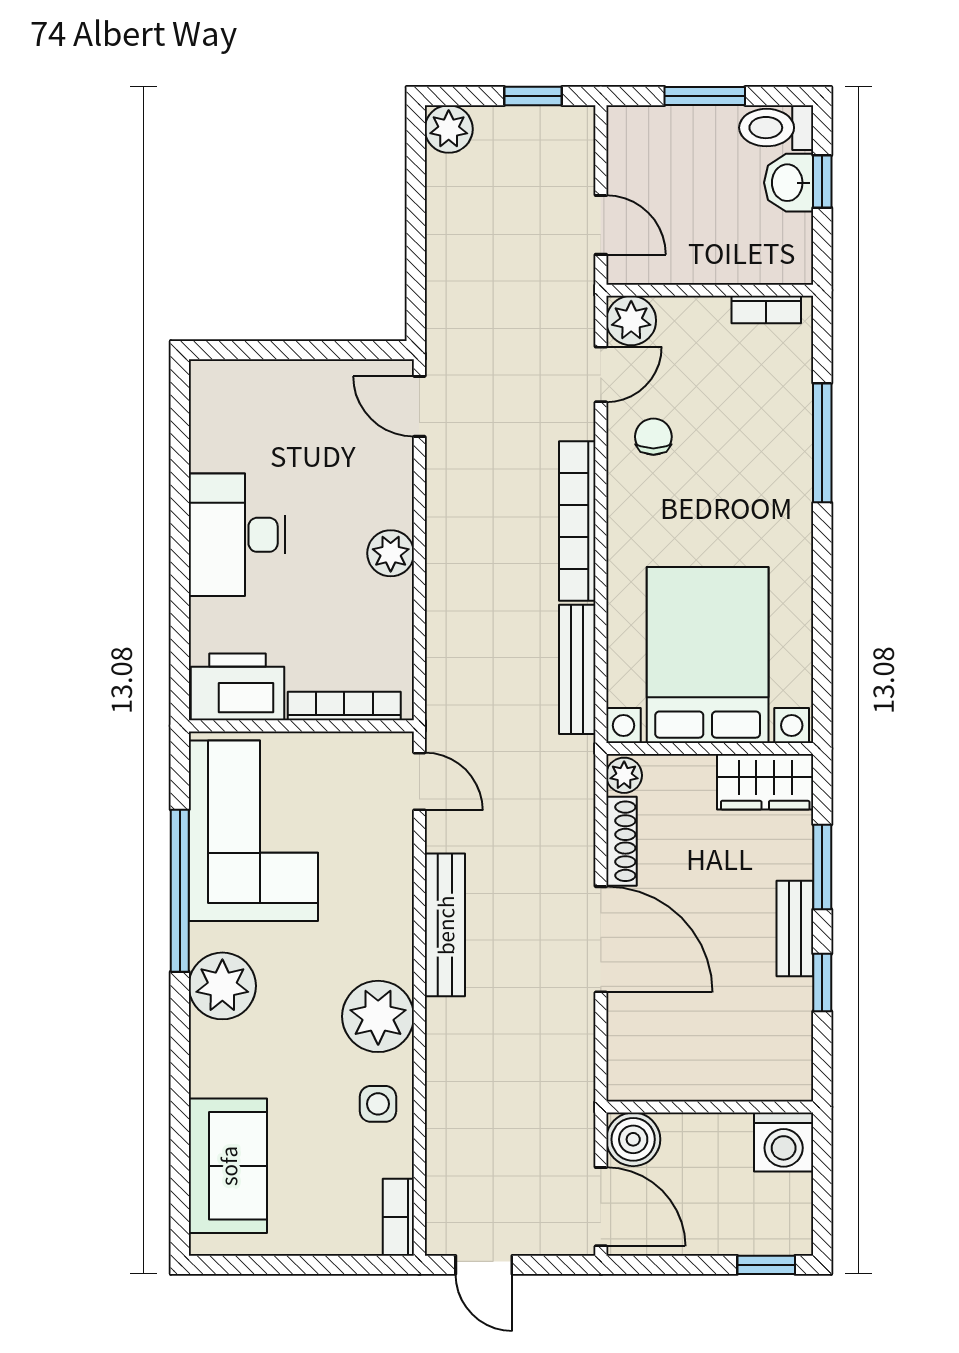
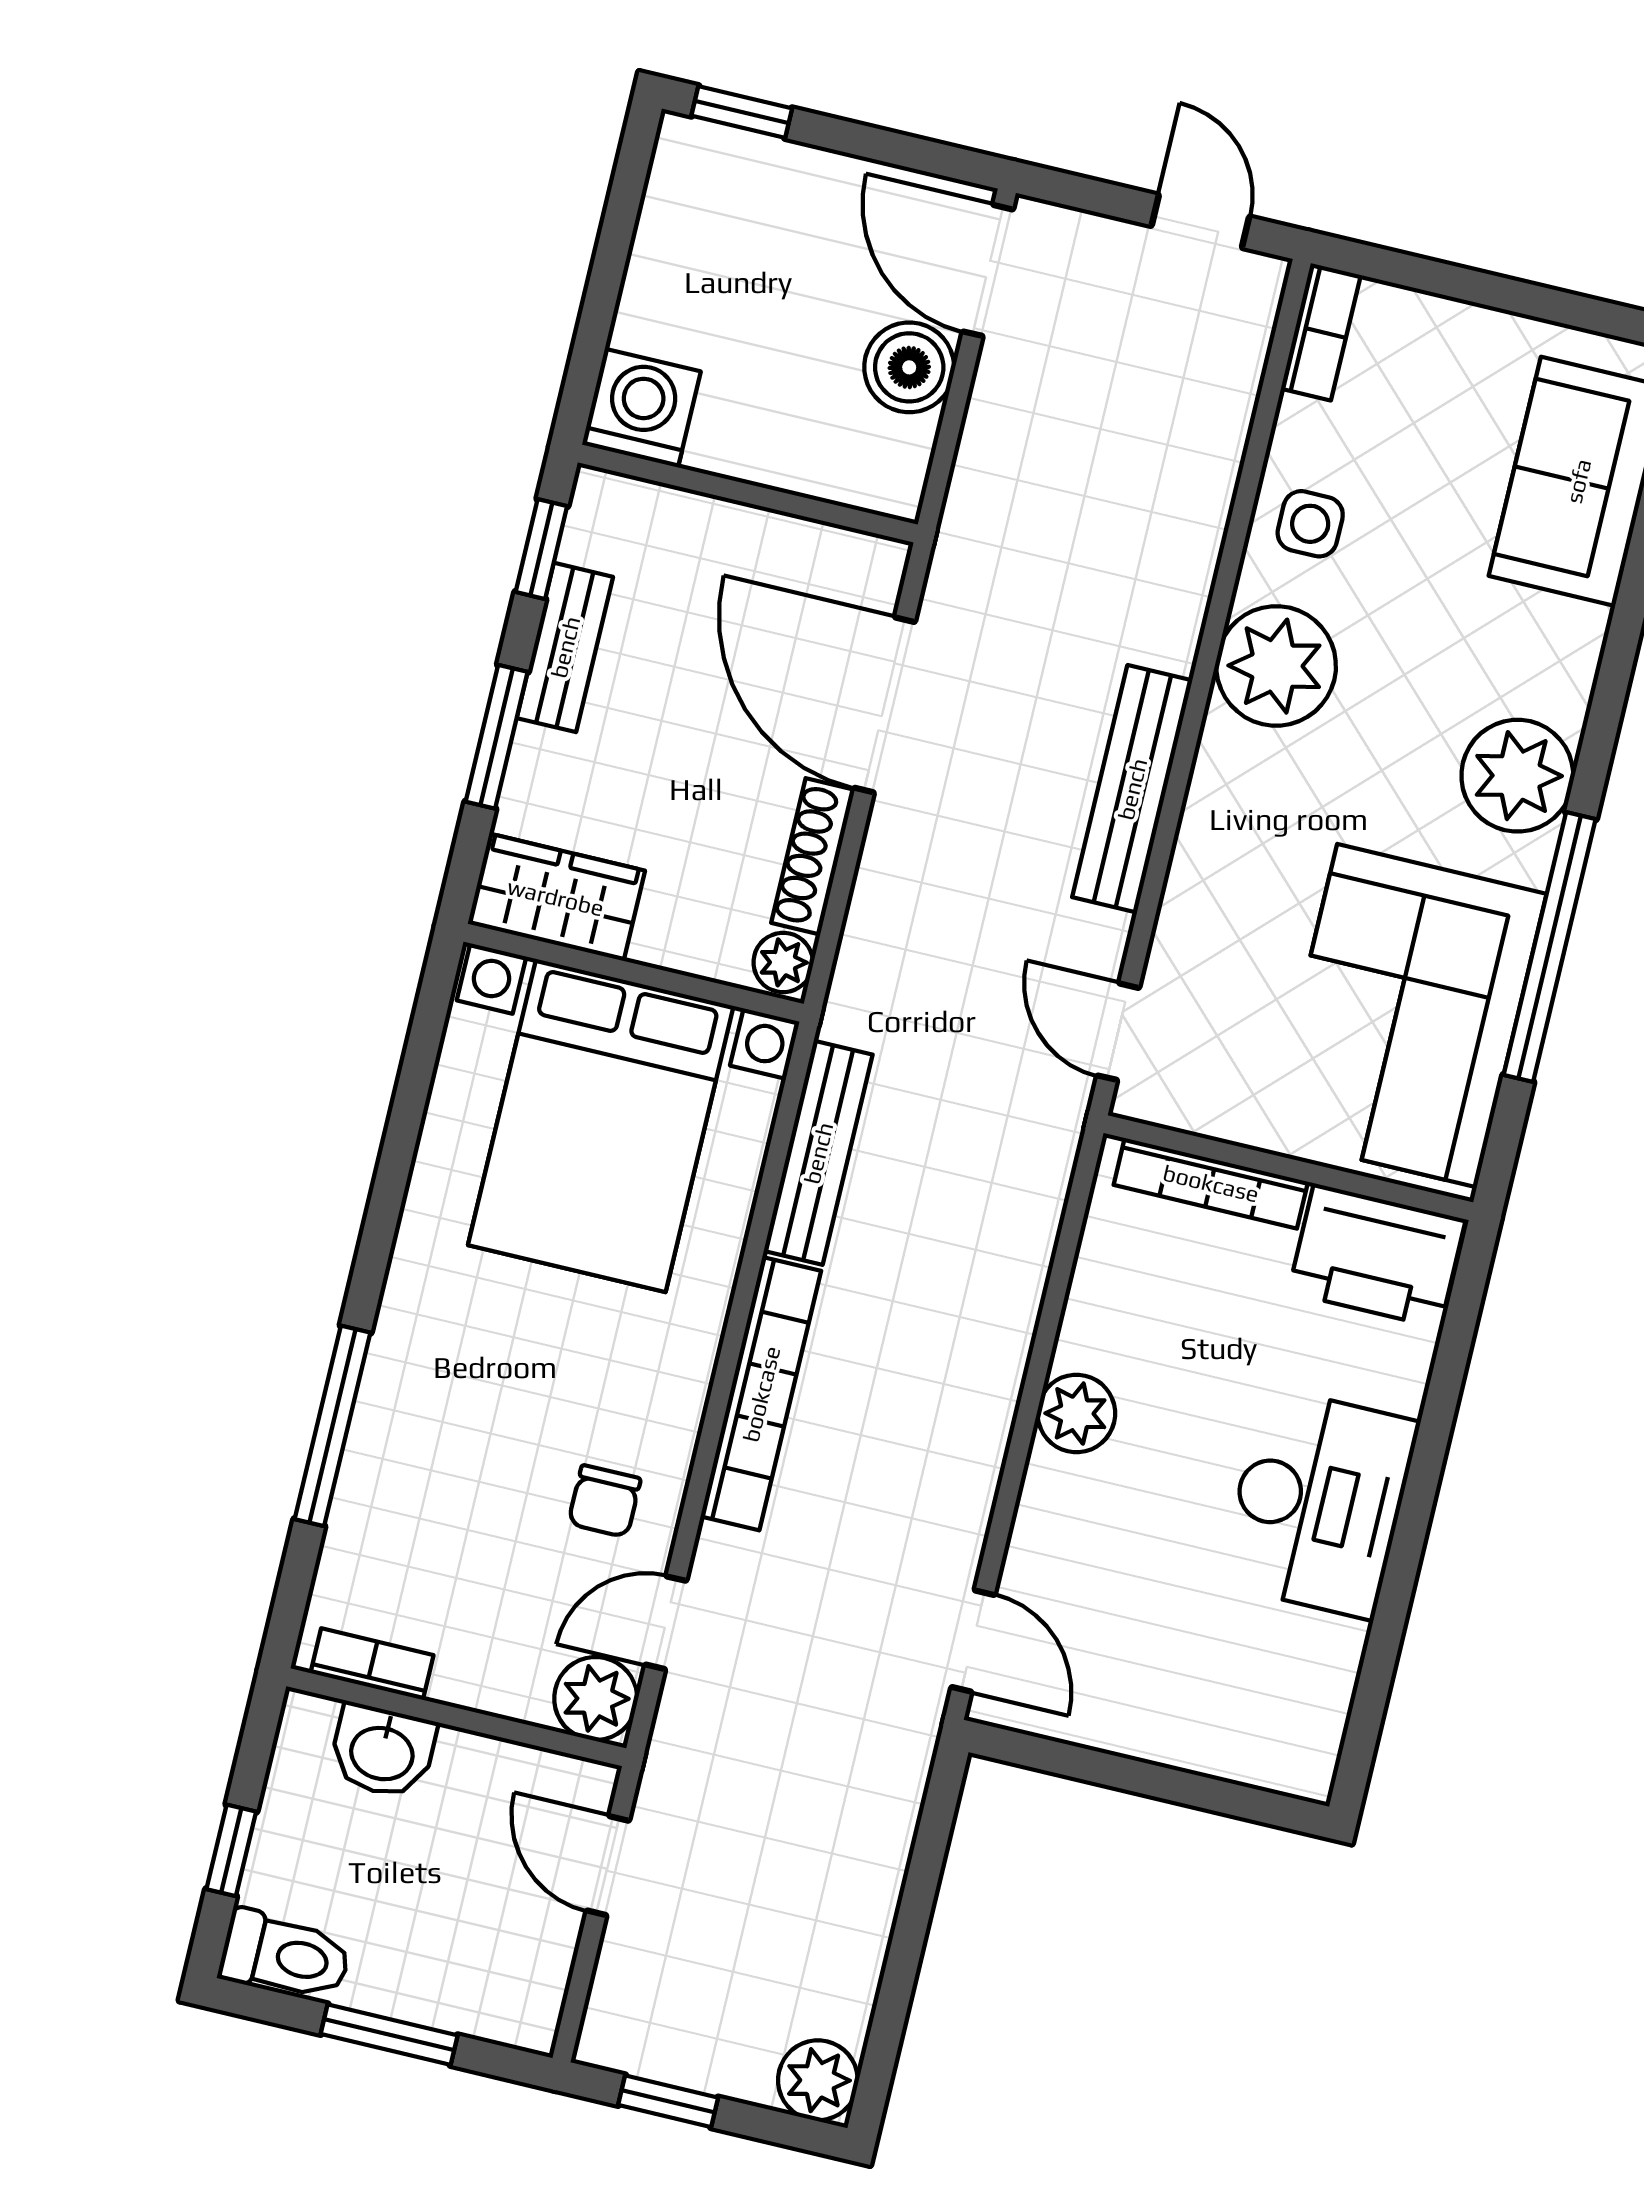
washbasin: (789, 183) -> (382, 1751), moved, turned 90
wall: (710, 1107) -> (748, 494), moved
washing machine: (784, 1142) -> (641, 408), moved

